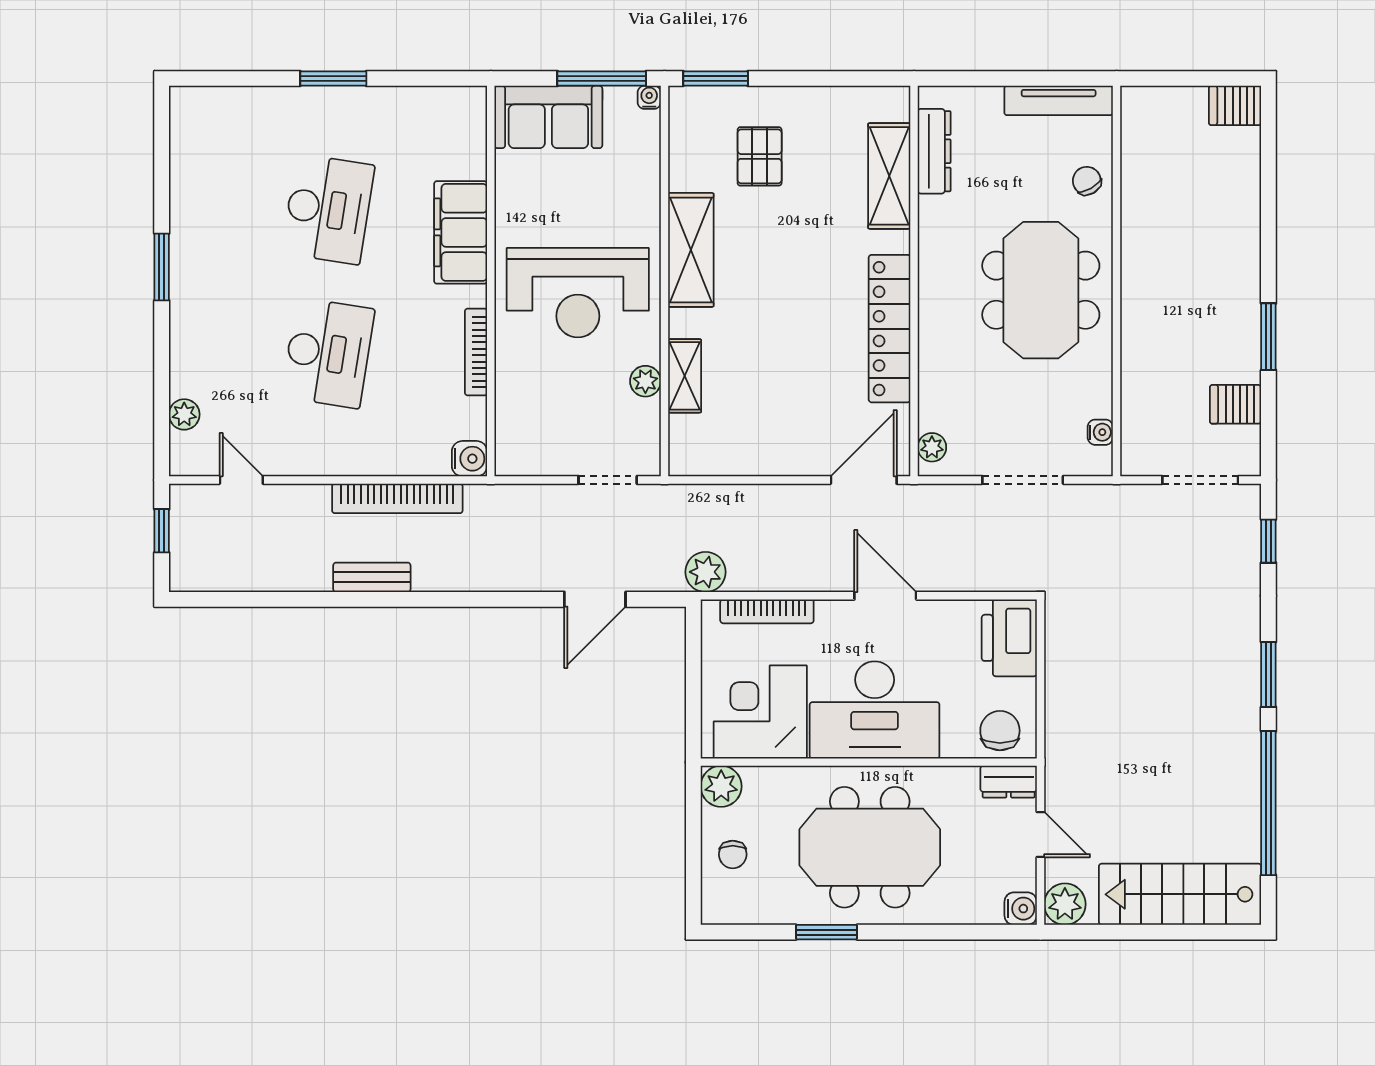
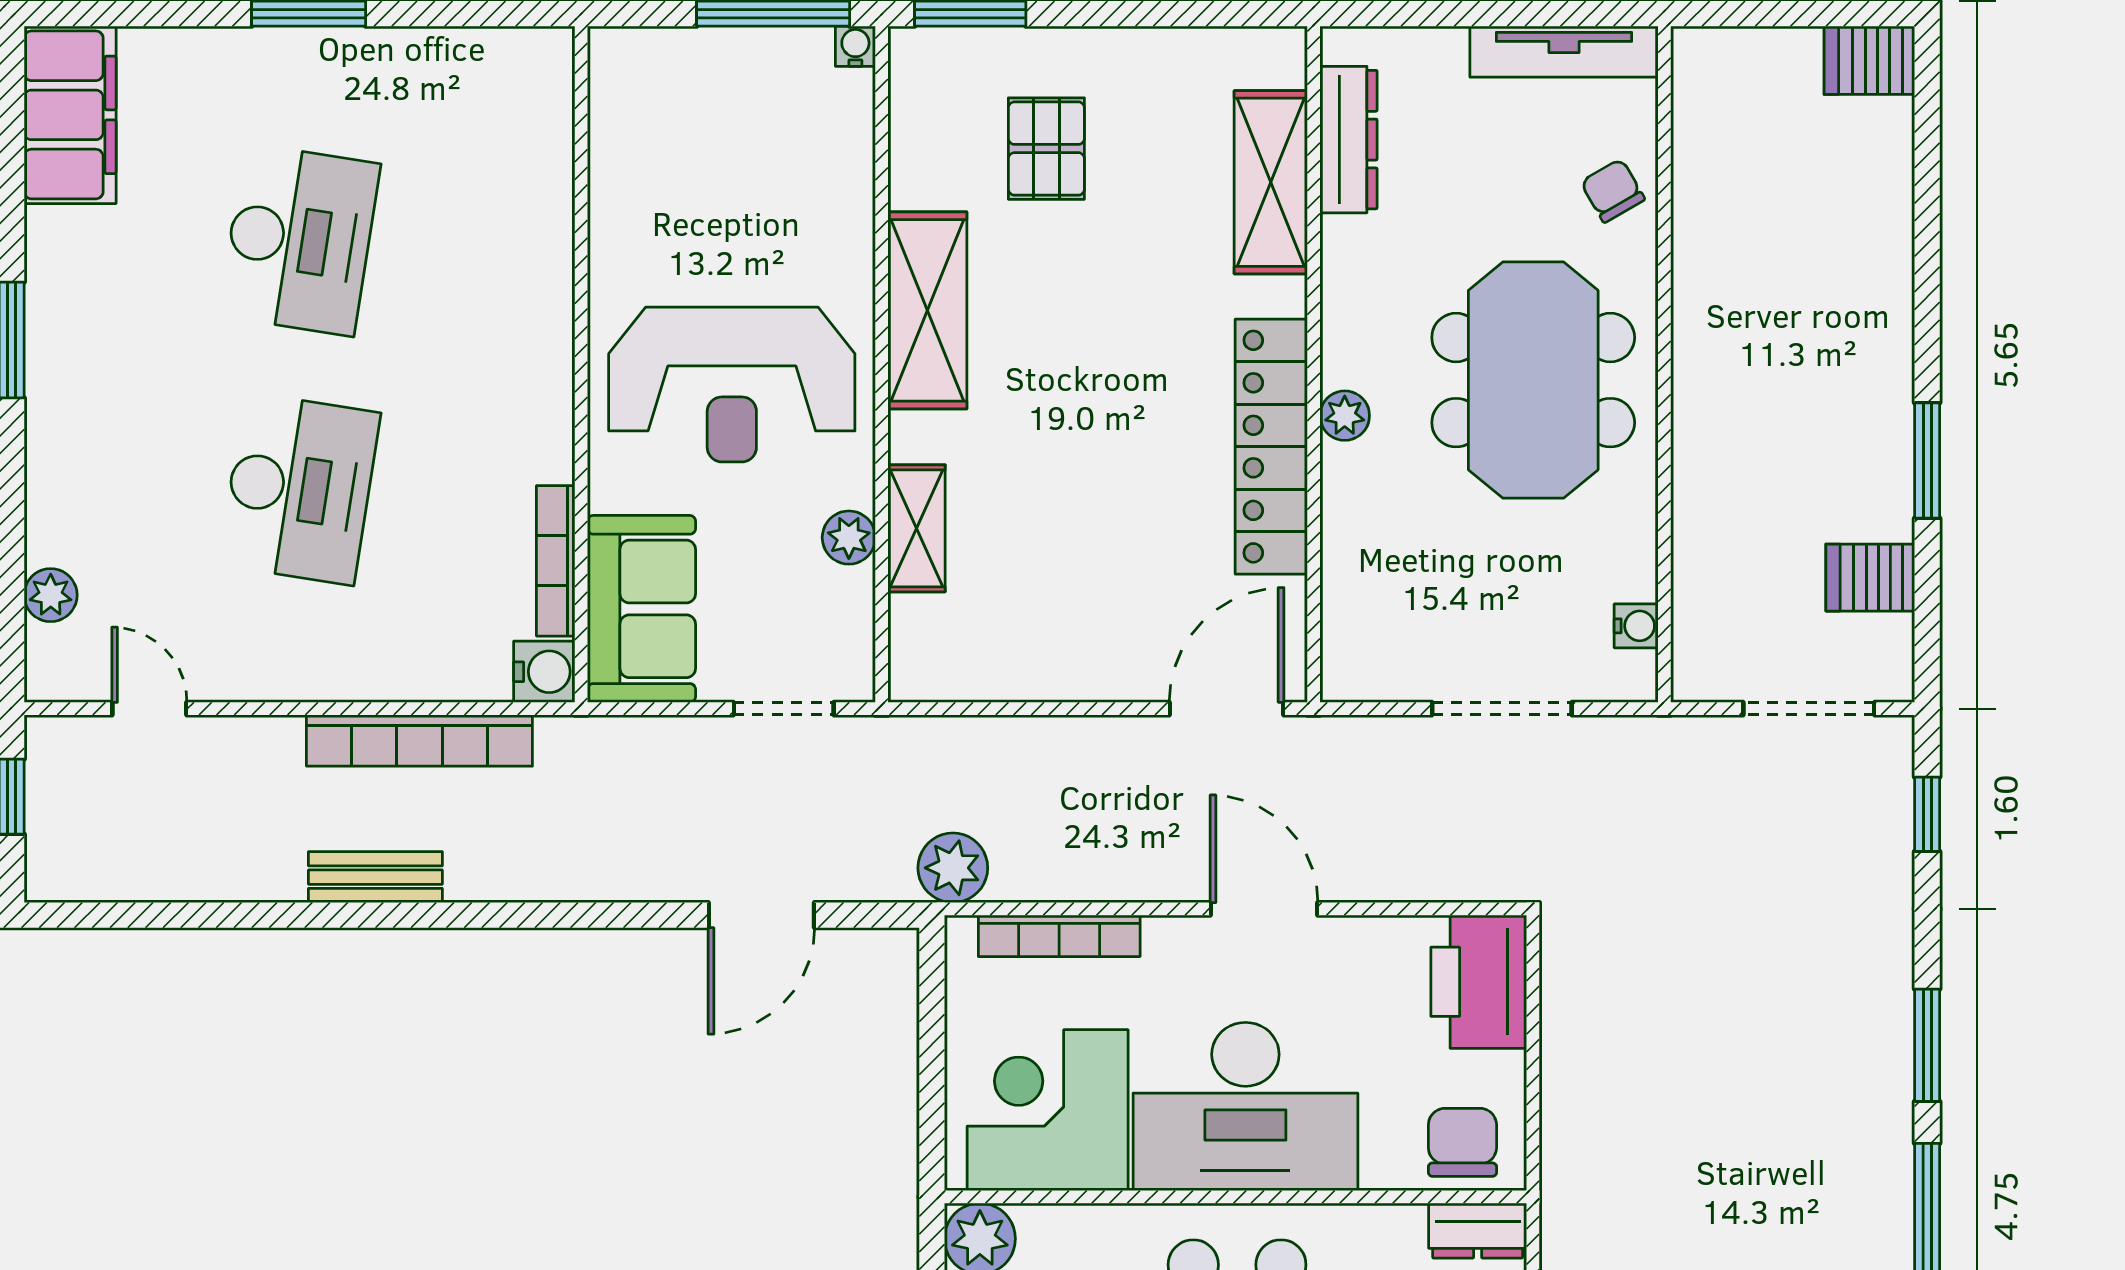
sofa: (548, 117) -> (642, 609), moved, turned -90
filing cabinet: (461, 232) -> (70, 115), moved, turned 180
bookcase: (476, 352) -> (556, 561), moved
plant: (932, 447) -> (1345, 416), moved

